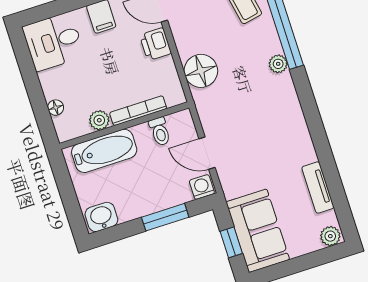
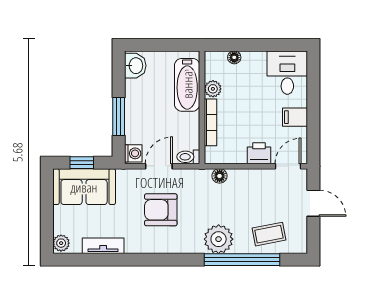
plant: (278, 64) -> (219, 239), width x1.87, depth x1.87
floor lamp: (201, 71) -> (220, 176), width x0.53, depth x0.53
toilet: (160, 131) -> (188, 157), moved
armchair: (256, 135) -> (161, 210), added

